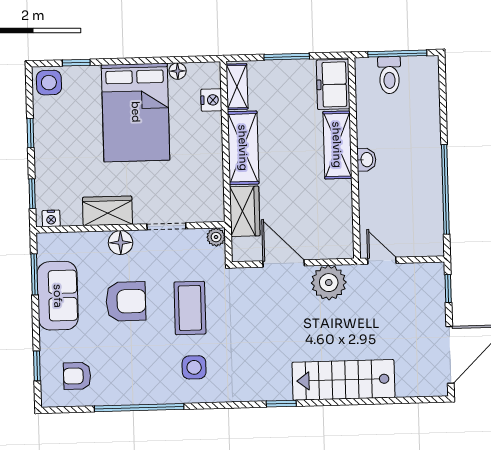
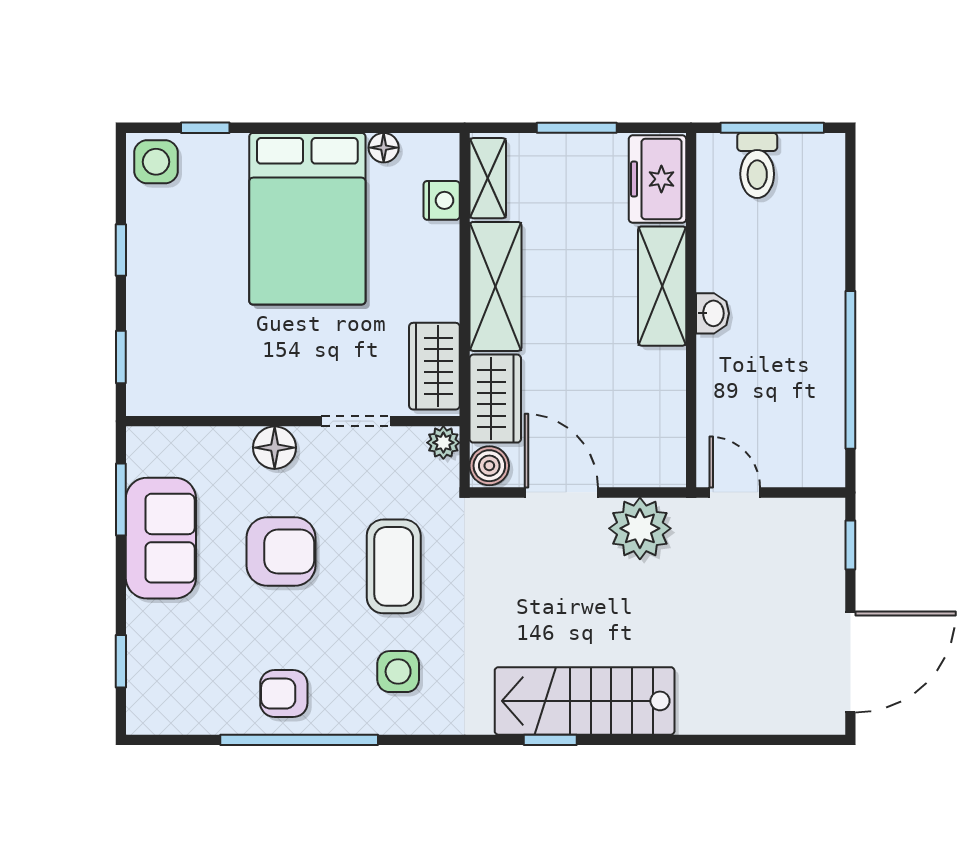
wardrobe: (107, 211) -> (434, 366), moved, turned -90
nightstand: (51, 218) -> (153, 402), removed
boiler: (242, 249) -> (489, 466), added
armchair: (77, 376) -> (284, 694), moved
stairs: (343, 380) -> (585, 701), moved

